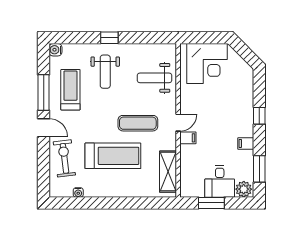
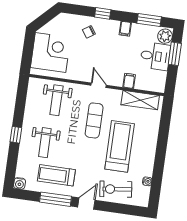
weight bench: (105, 72) -> (45, 143), turned 90
chair: (236, 103) -> (89, 32), added
filing cabinet: (188, 138) -> (129, 81), moved
window: (211, 203) -> (175, 54), moved

